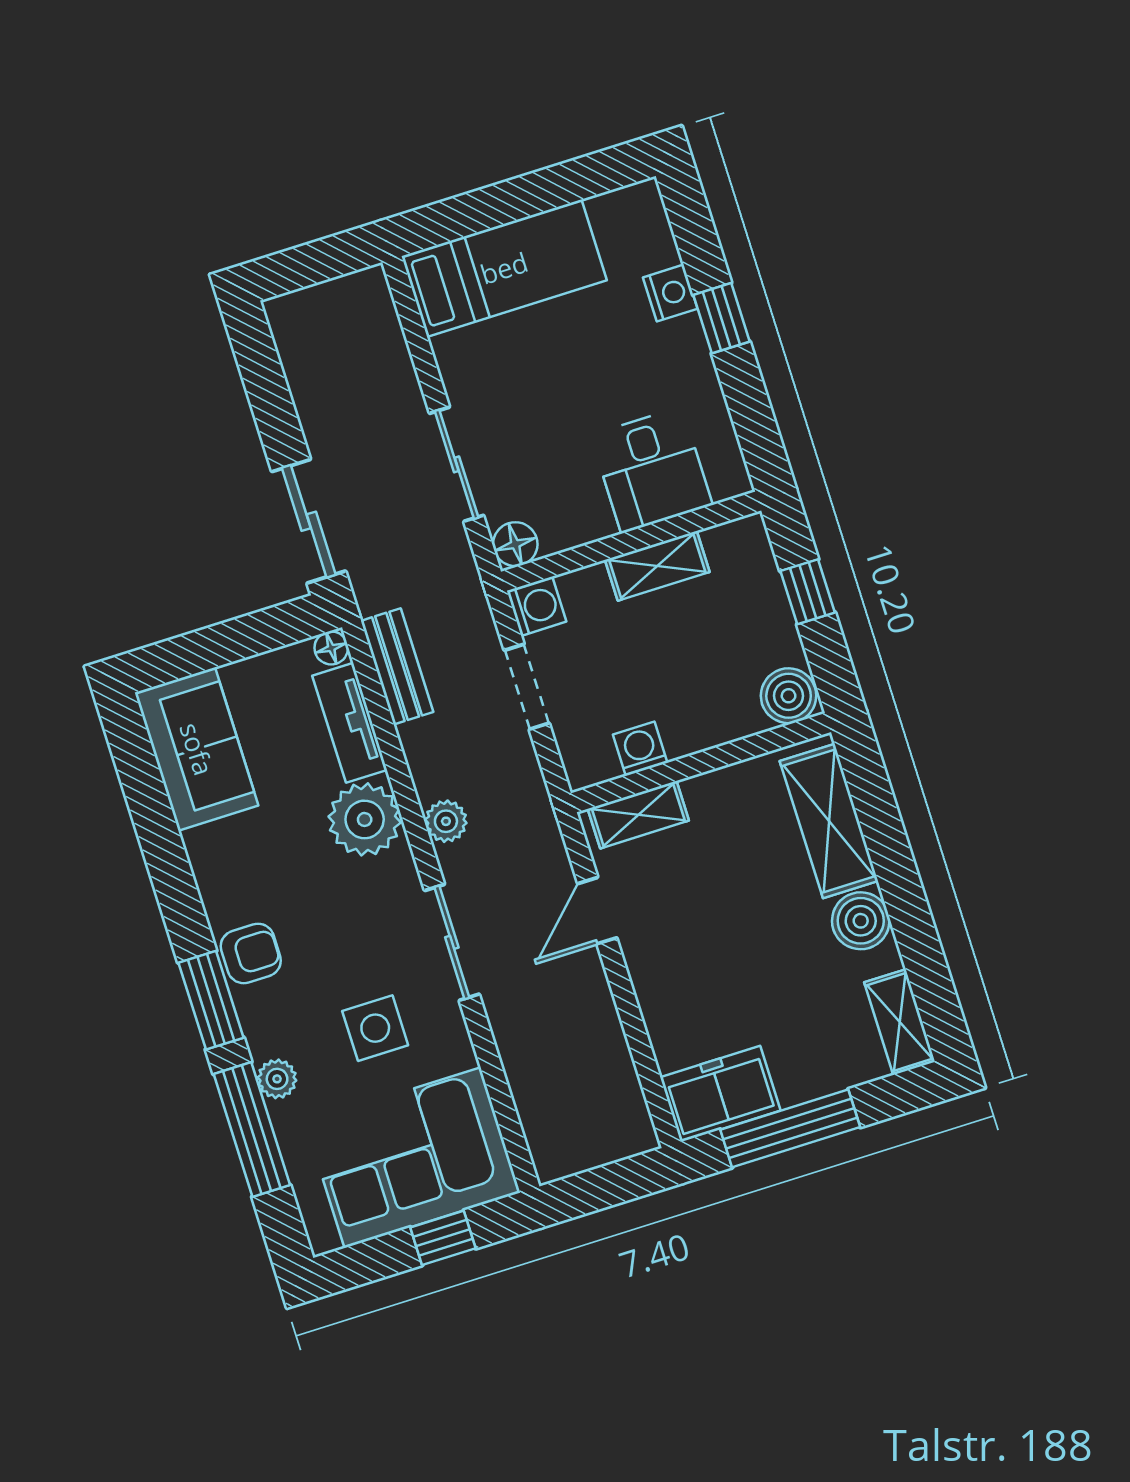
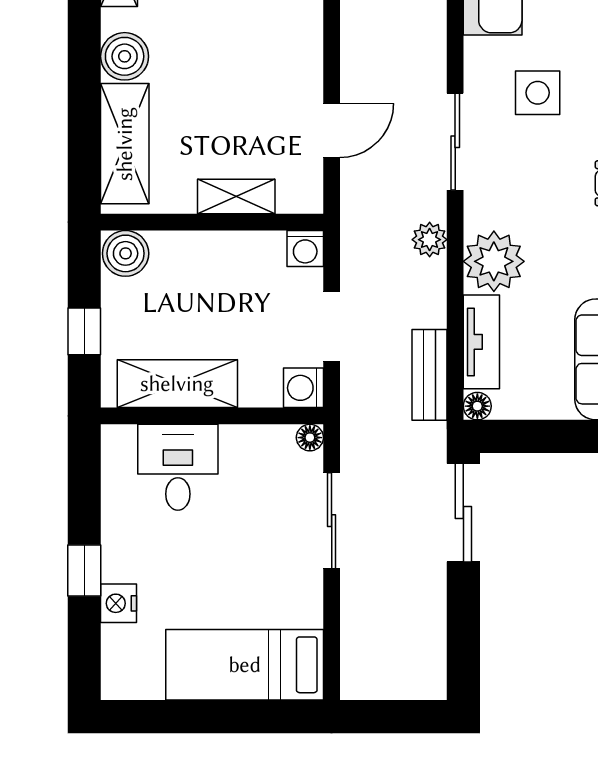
floor lamp: (515, 544) -> (310, 438), width x0.73, depth x0.73
shelving: (657, 566) -> (177, 384), width x1.50, depth x1.33
washing machine: (640, 749) -> (305, 249), moved
shelving: (638, 815) -> (236, 196), moved

